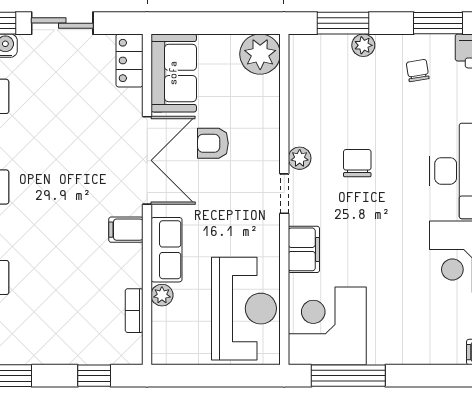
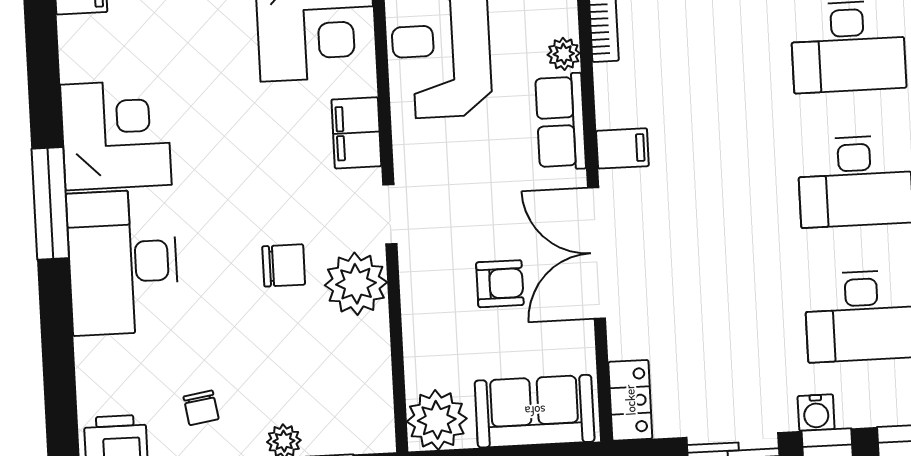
sofa: (174, 73) -> (535, 411), moved, turned 90
plant: (300, 158) -> (356, 284), width x1.87, depth x1.87
chair: (357, 163) -> (284, 265), turned -90

